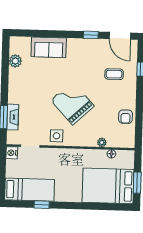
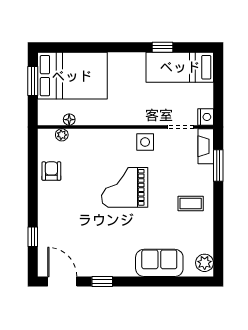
plant: (15, 61) -> (205, 263), moved
coffee table: (114, 74) -> (191, 204), moved
grand piano: (72, 103) -> (125, 187), turned 133
fireplace: (13, 117) -> (206, 146), moved
plant: (102, 142) -> (62, 135), moved

